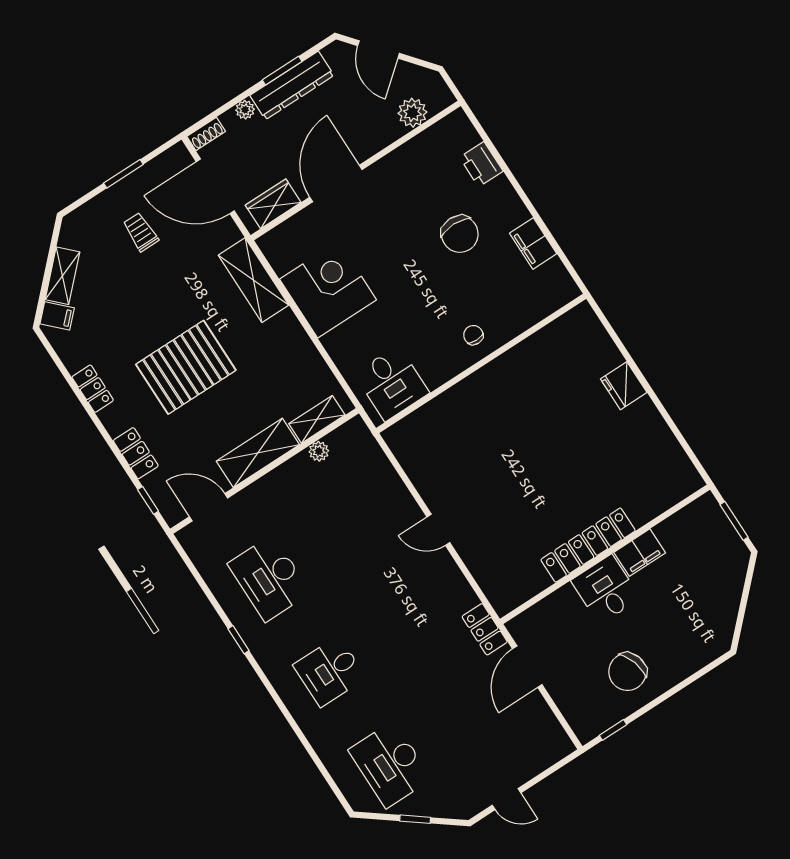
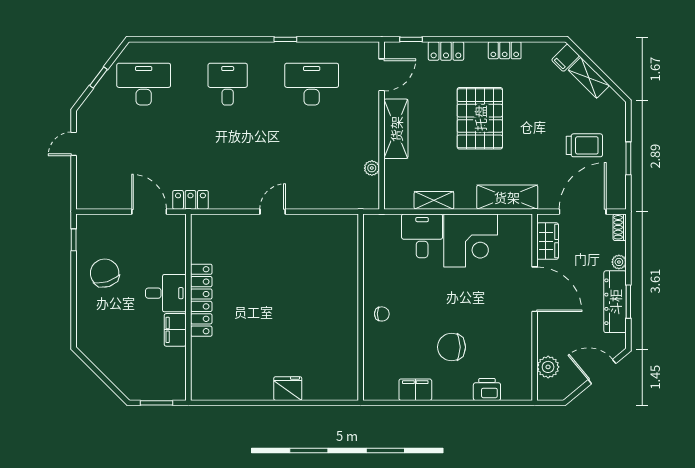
trolley: (141, 232) -> (584, 145), width x1.36, depth x1.39
desk: (392, 383) -> (422, 236), moved, turned 90
shelving: (317, 419) -> (434, 200), moved, turned 90

